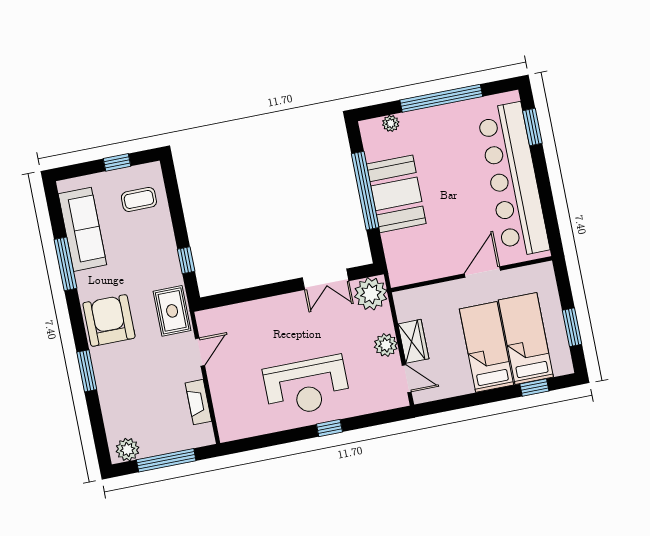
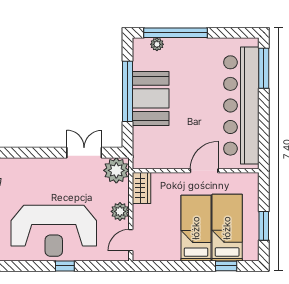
window: (441, 98) -> (176, 33), moved
window: (532, 127) -> (264, 68), width x1.44
double door: (326, 279) -> (84, 153), swing flipped
wardrobe: (413, 341) -> (141, 188), moved
door: (407, 379) -> (131, 240), swing flipped
reception desk: (307, 386) -> (54, 231), width x1.36, depth x1.30

